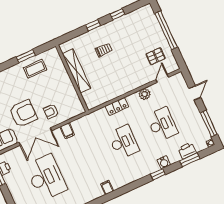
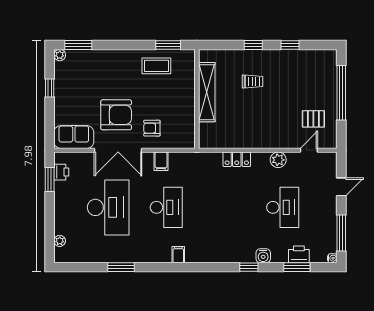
window: (26, 56) -> (168, 45), moved
desk: (123, 142) -> (166, 207), moved

